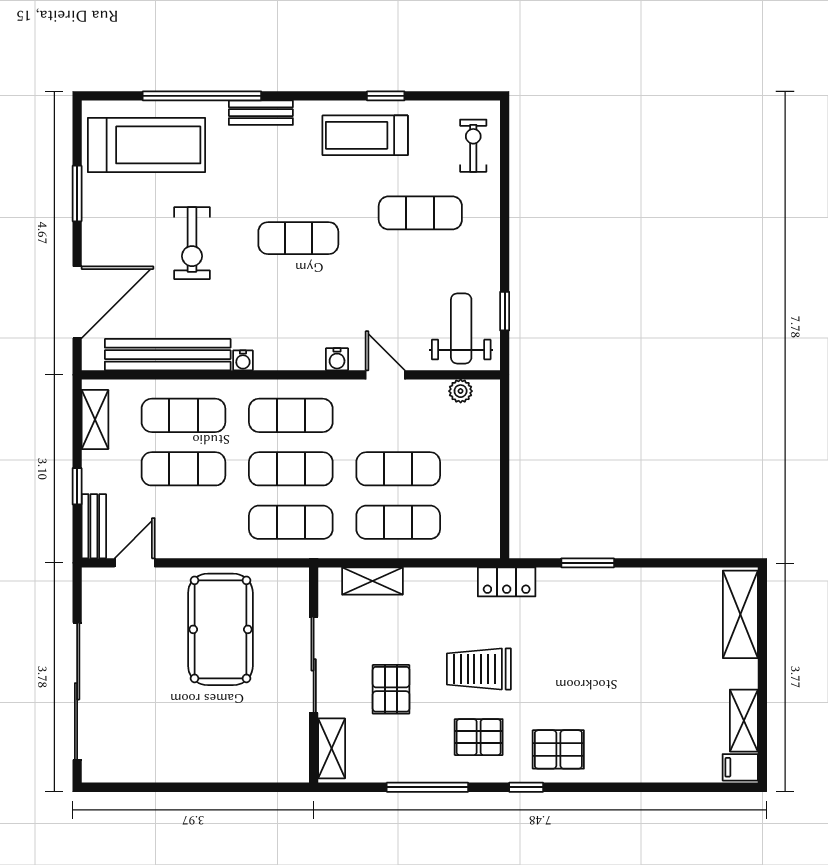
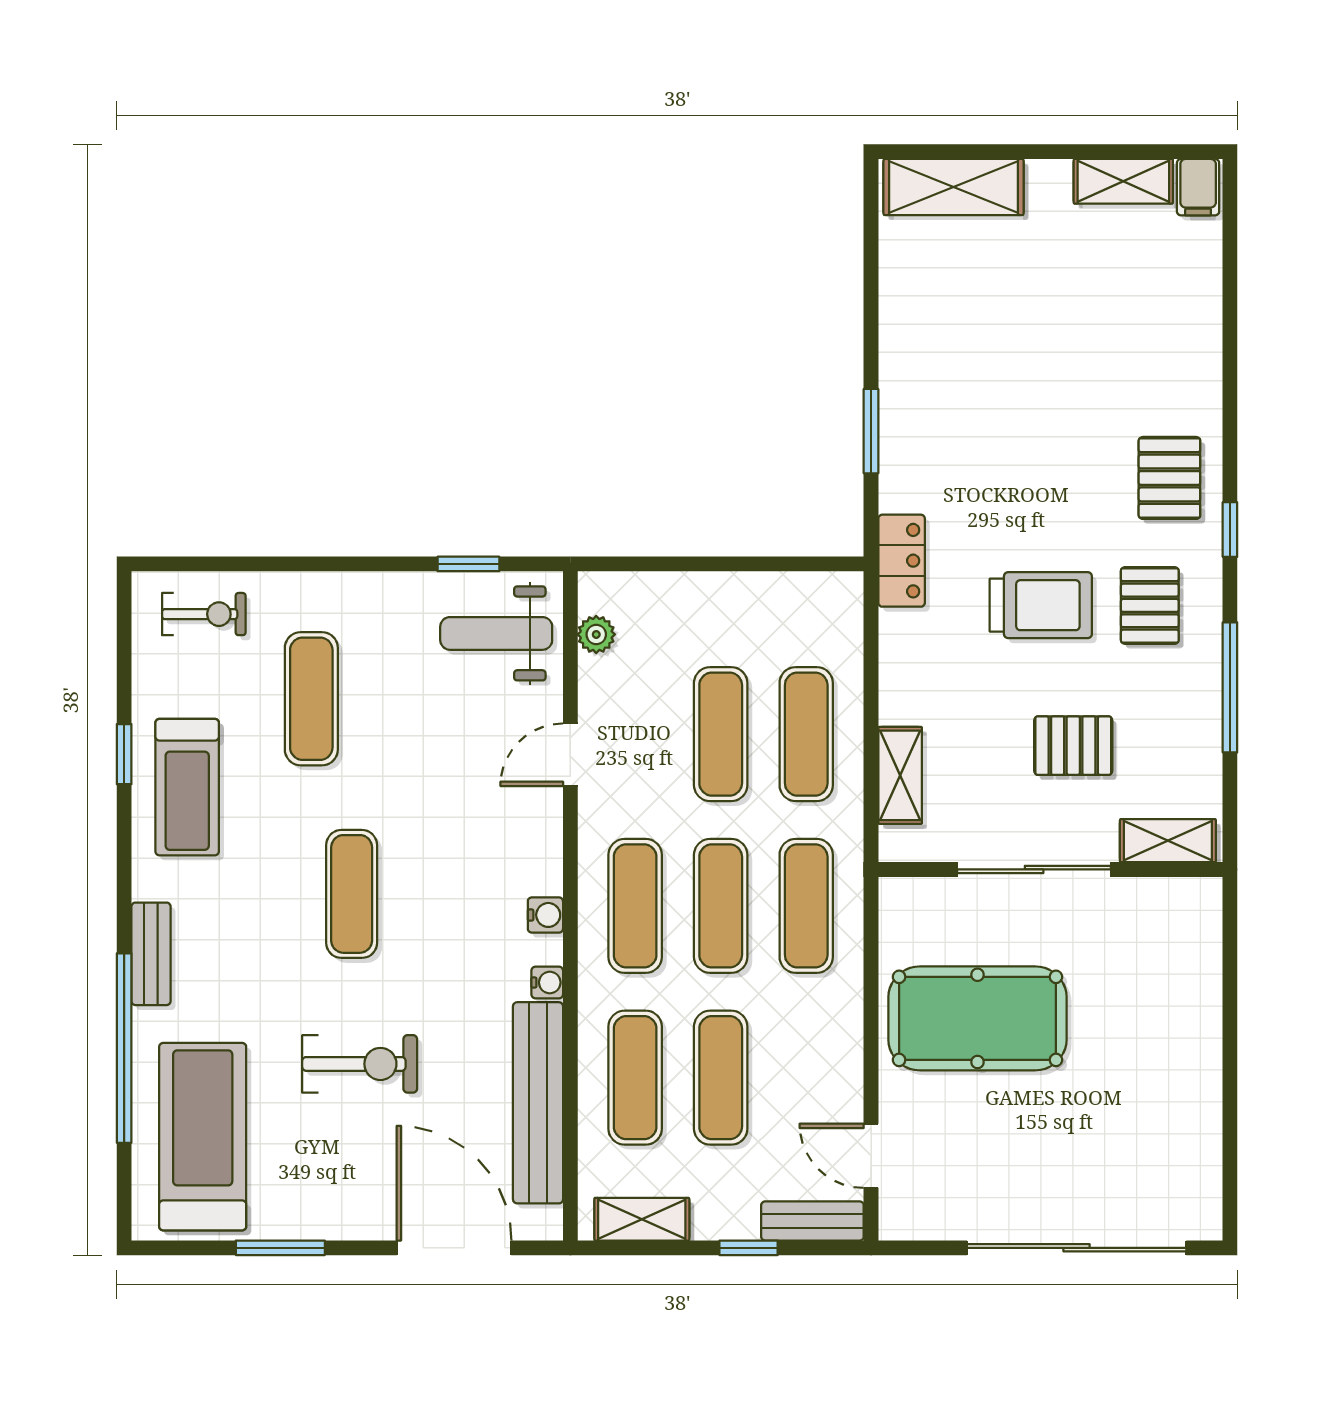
exercise bike: (473, 146) -> (204, 614), turned 180
water cooler: (337, 359) -> (545, 915), moved
trolley: (479, 669) -> (1041, 605), turned -90

